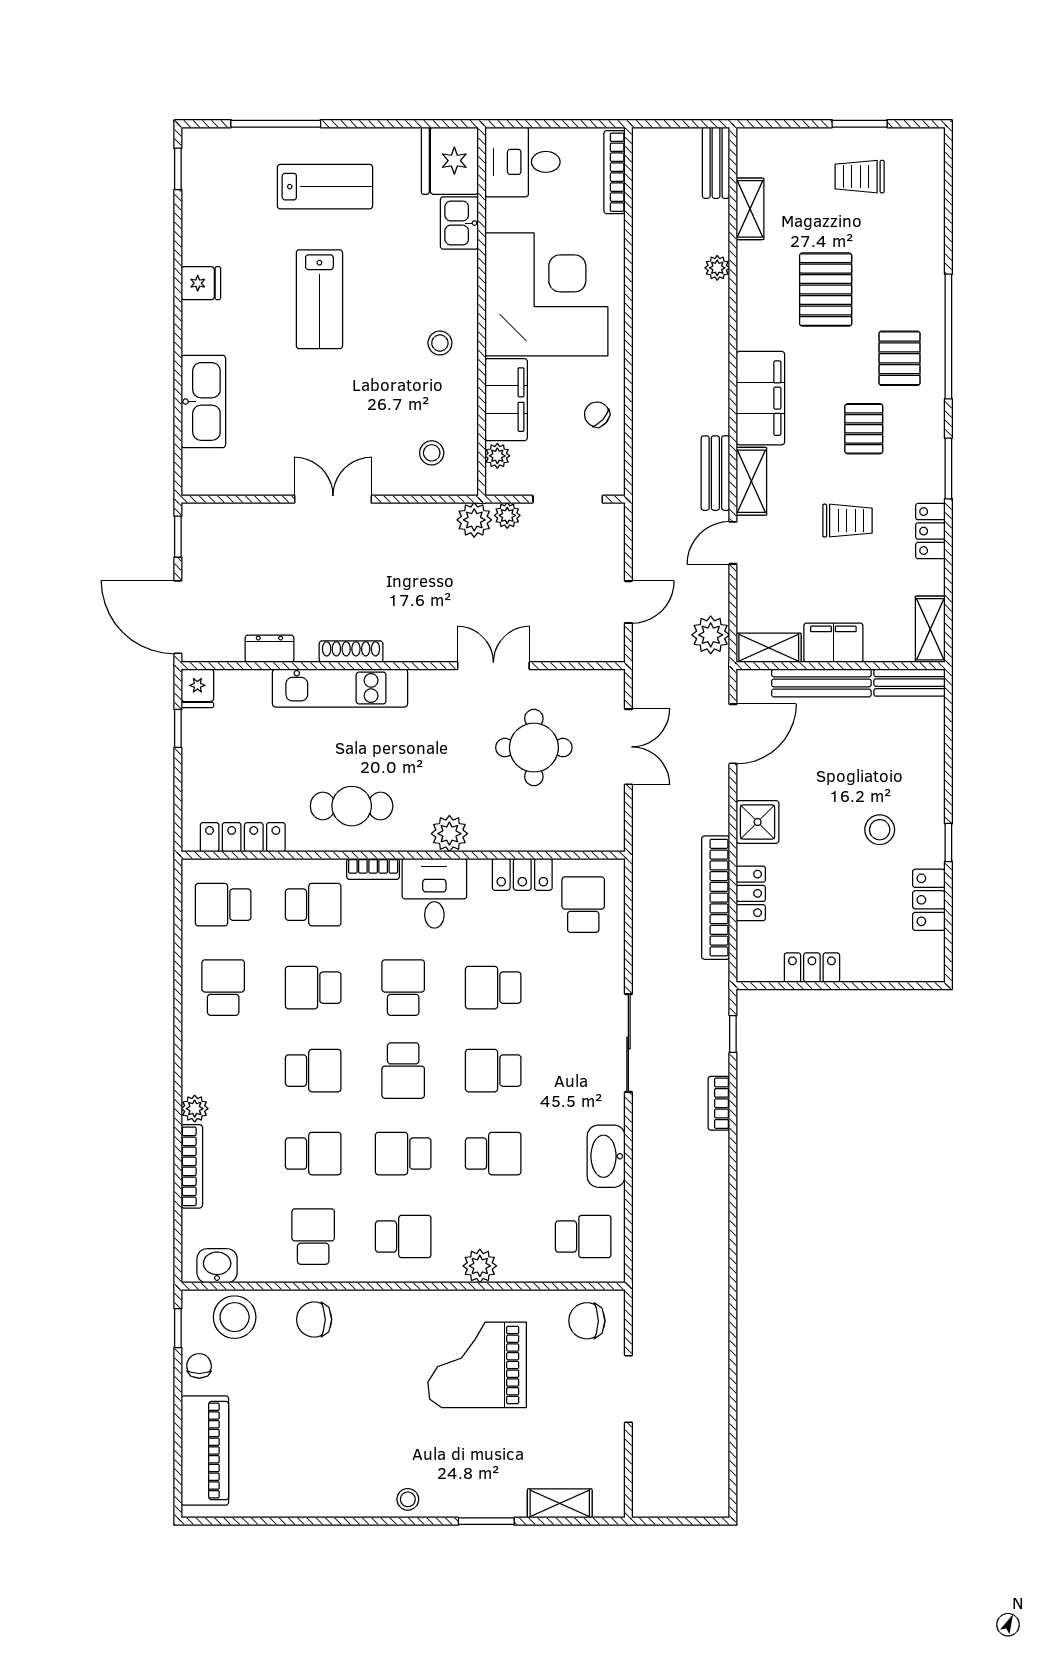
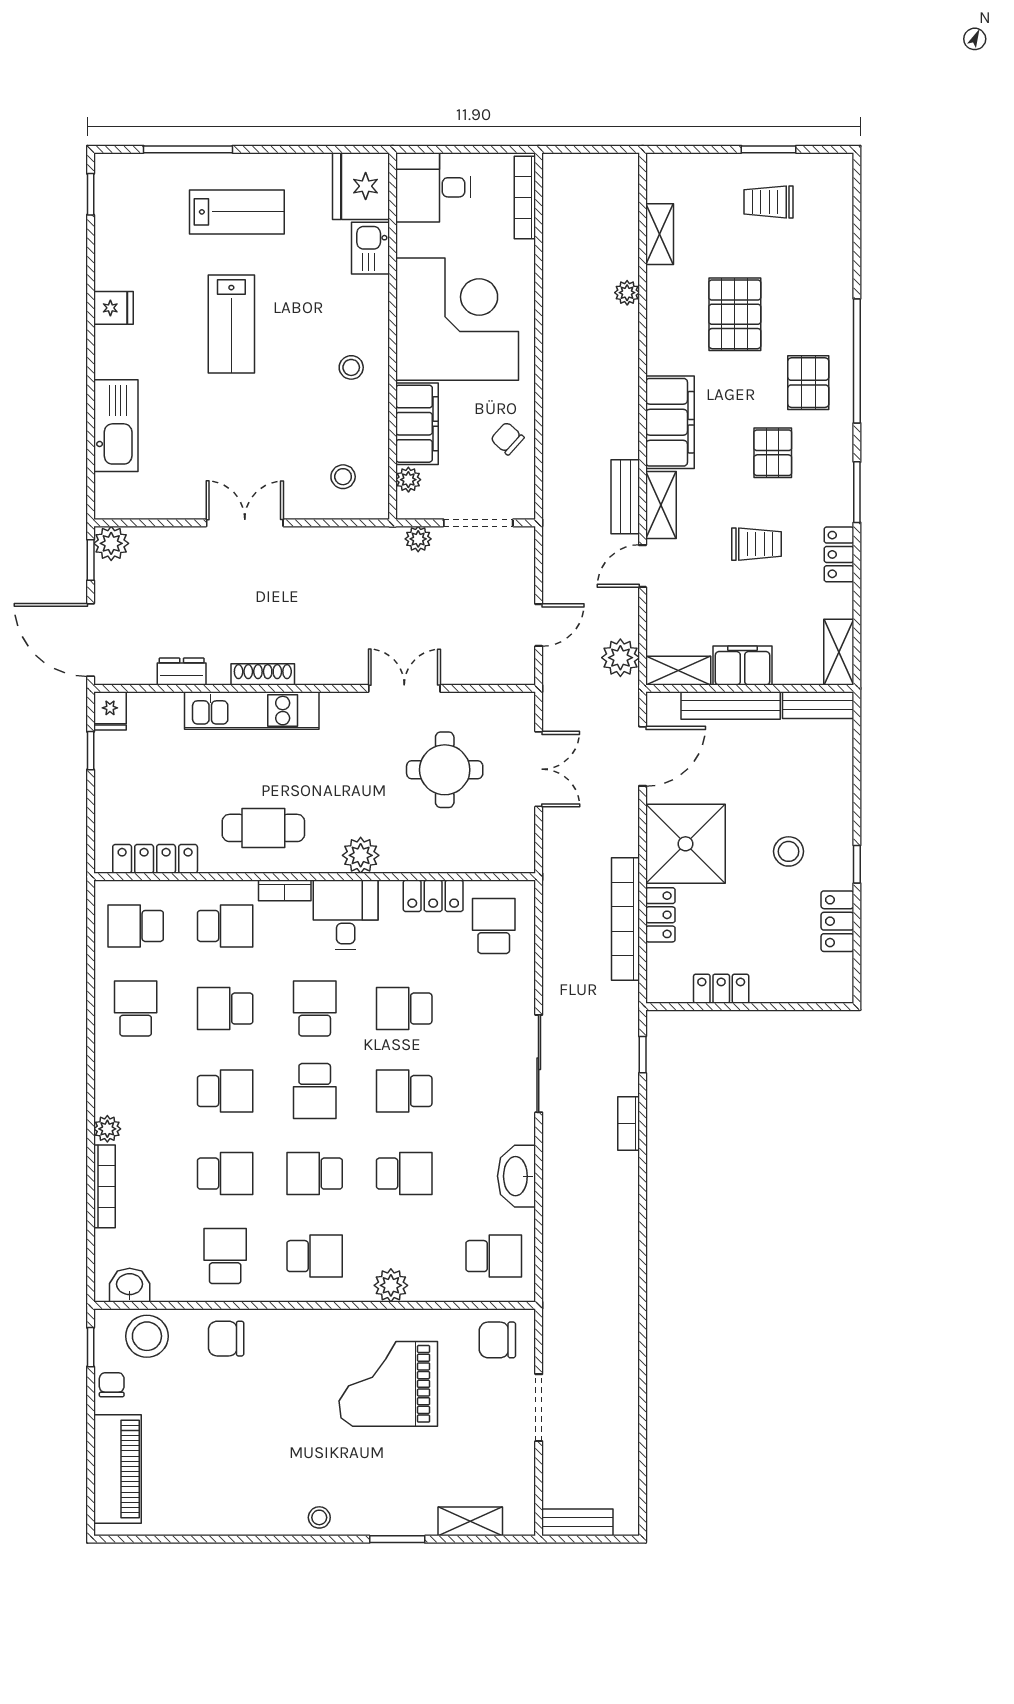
bench: (716, 163) -> (577, 1522), moved, turned 90
plant: (474, 520) -> (111, 543), moved
shower: (758, 822) -> (685, 844), width x1.86, depth x1.86

